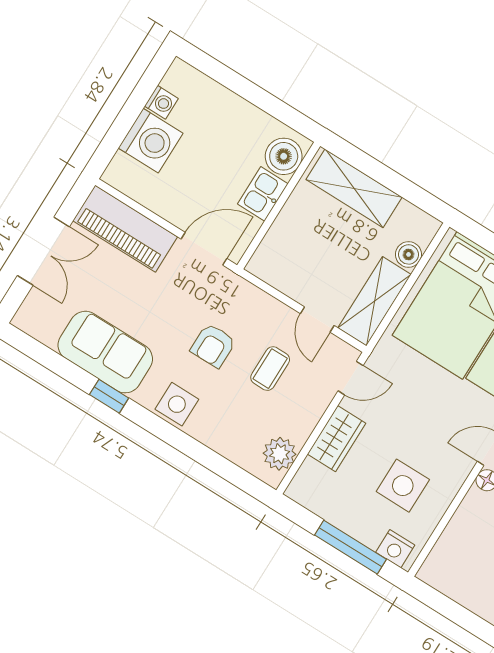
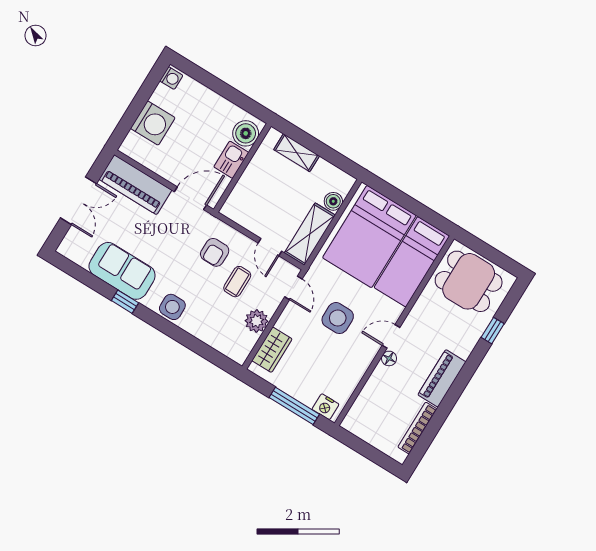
washing machine: (161, 102) -> (171, 78), moved
shelving: (354, 188) -> (297, 153), width x0.67, depth x0.75
armchair: (213, 346) -> (215, 252), moved
door: (351, 378) -> (293, 288), hinge flipped
wardrobe: (337, 439) -> (272, 350), moved
plant: (280, 454) -> (257, 321), moved
side table: (403, 486) -> (338, 318), moved

